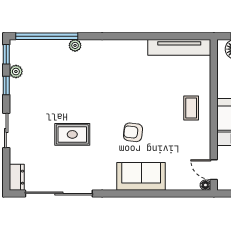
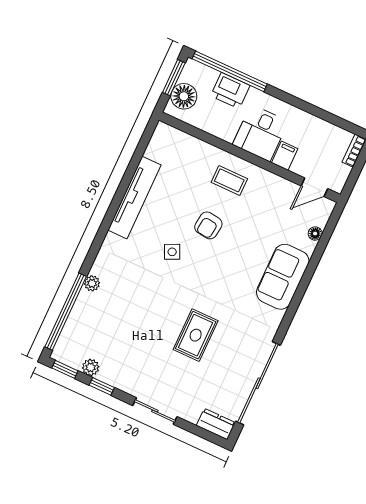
tv unit: (179, 47) -> (134, 198), moved
side table: (123, 91) -> (172, 252), added
armchair: (133, 132) -> (208, 225), moved
floor lamp: (205, 185) -> (315, 234), moved

